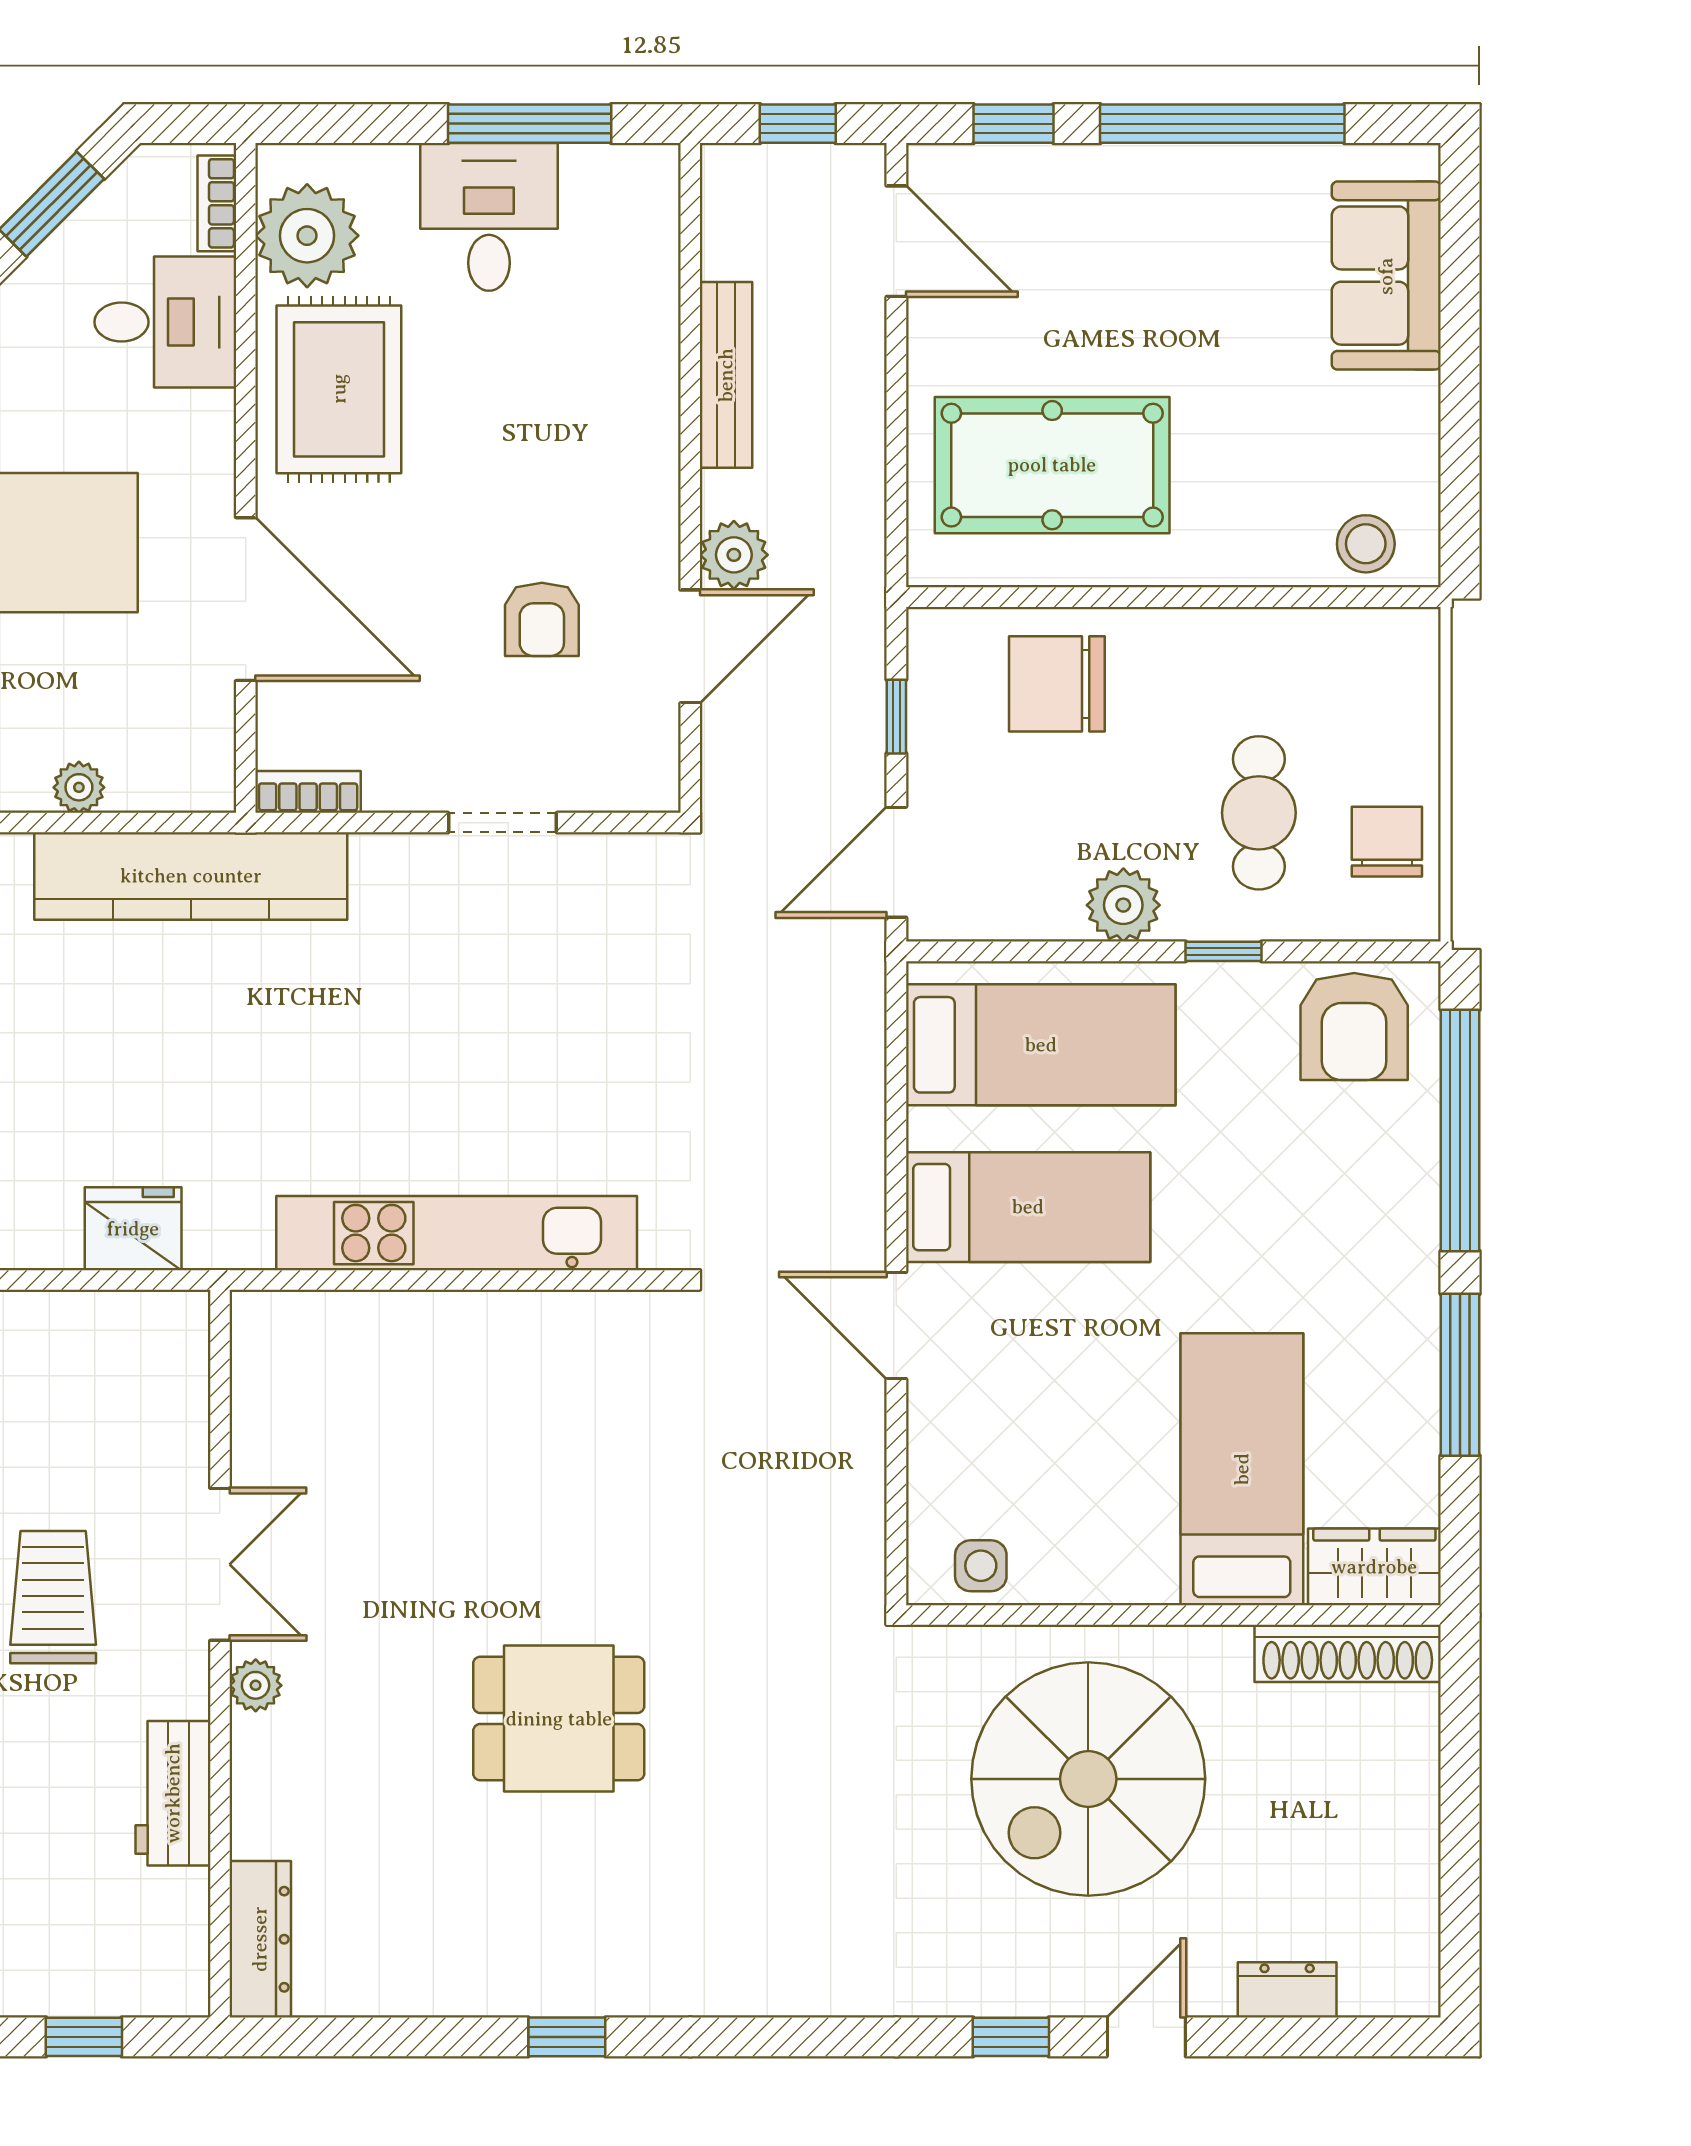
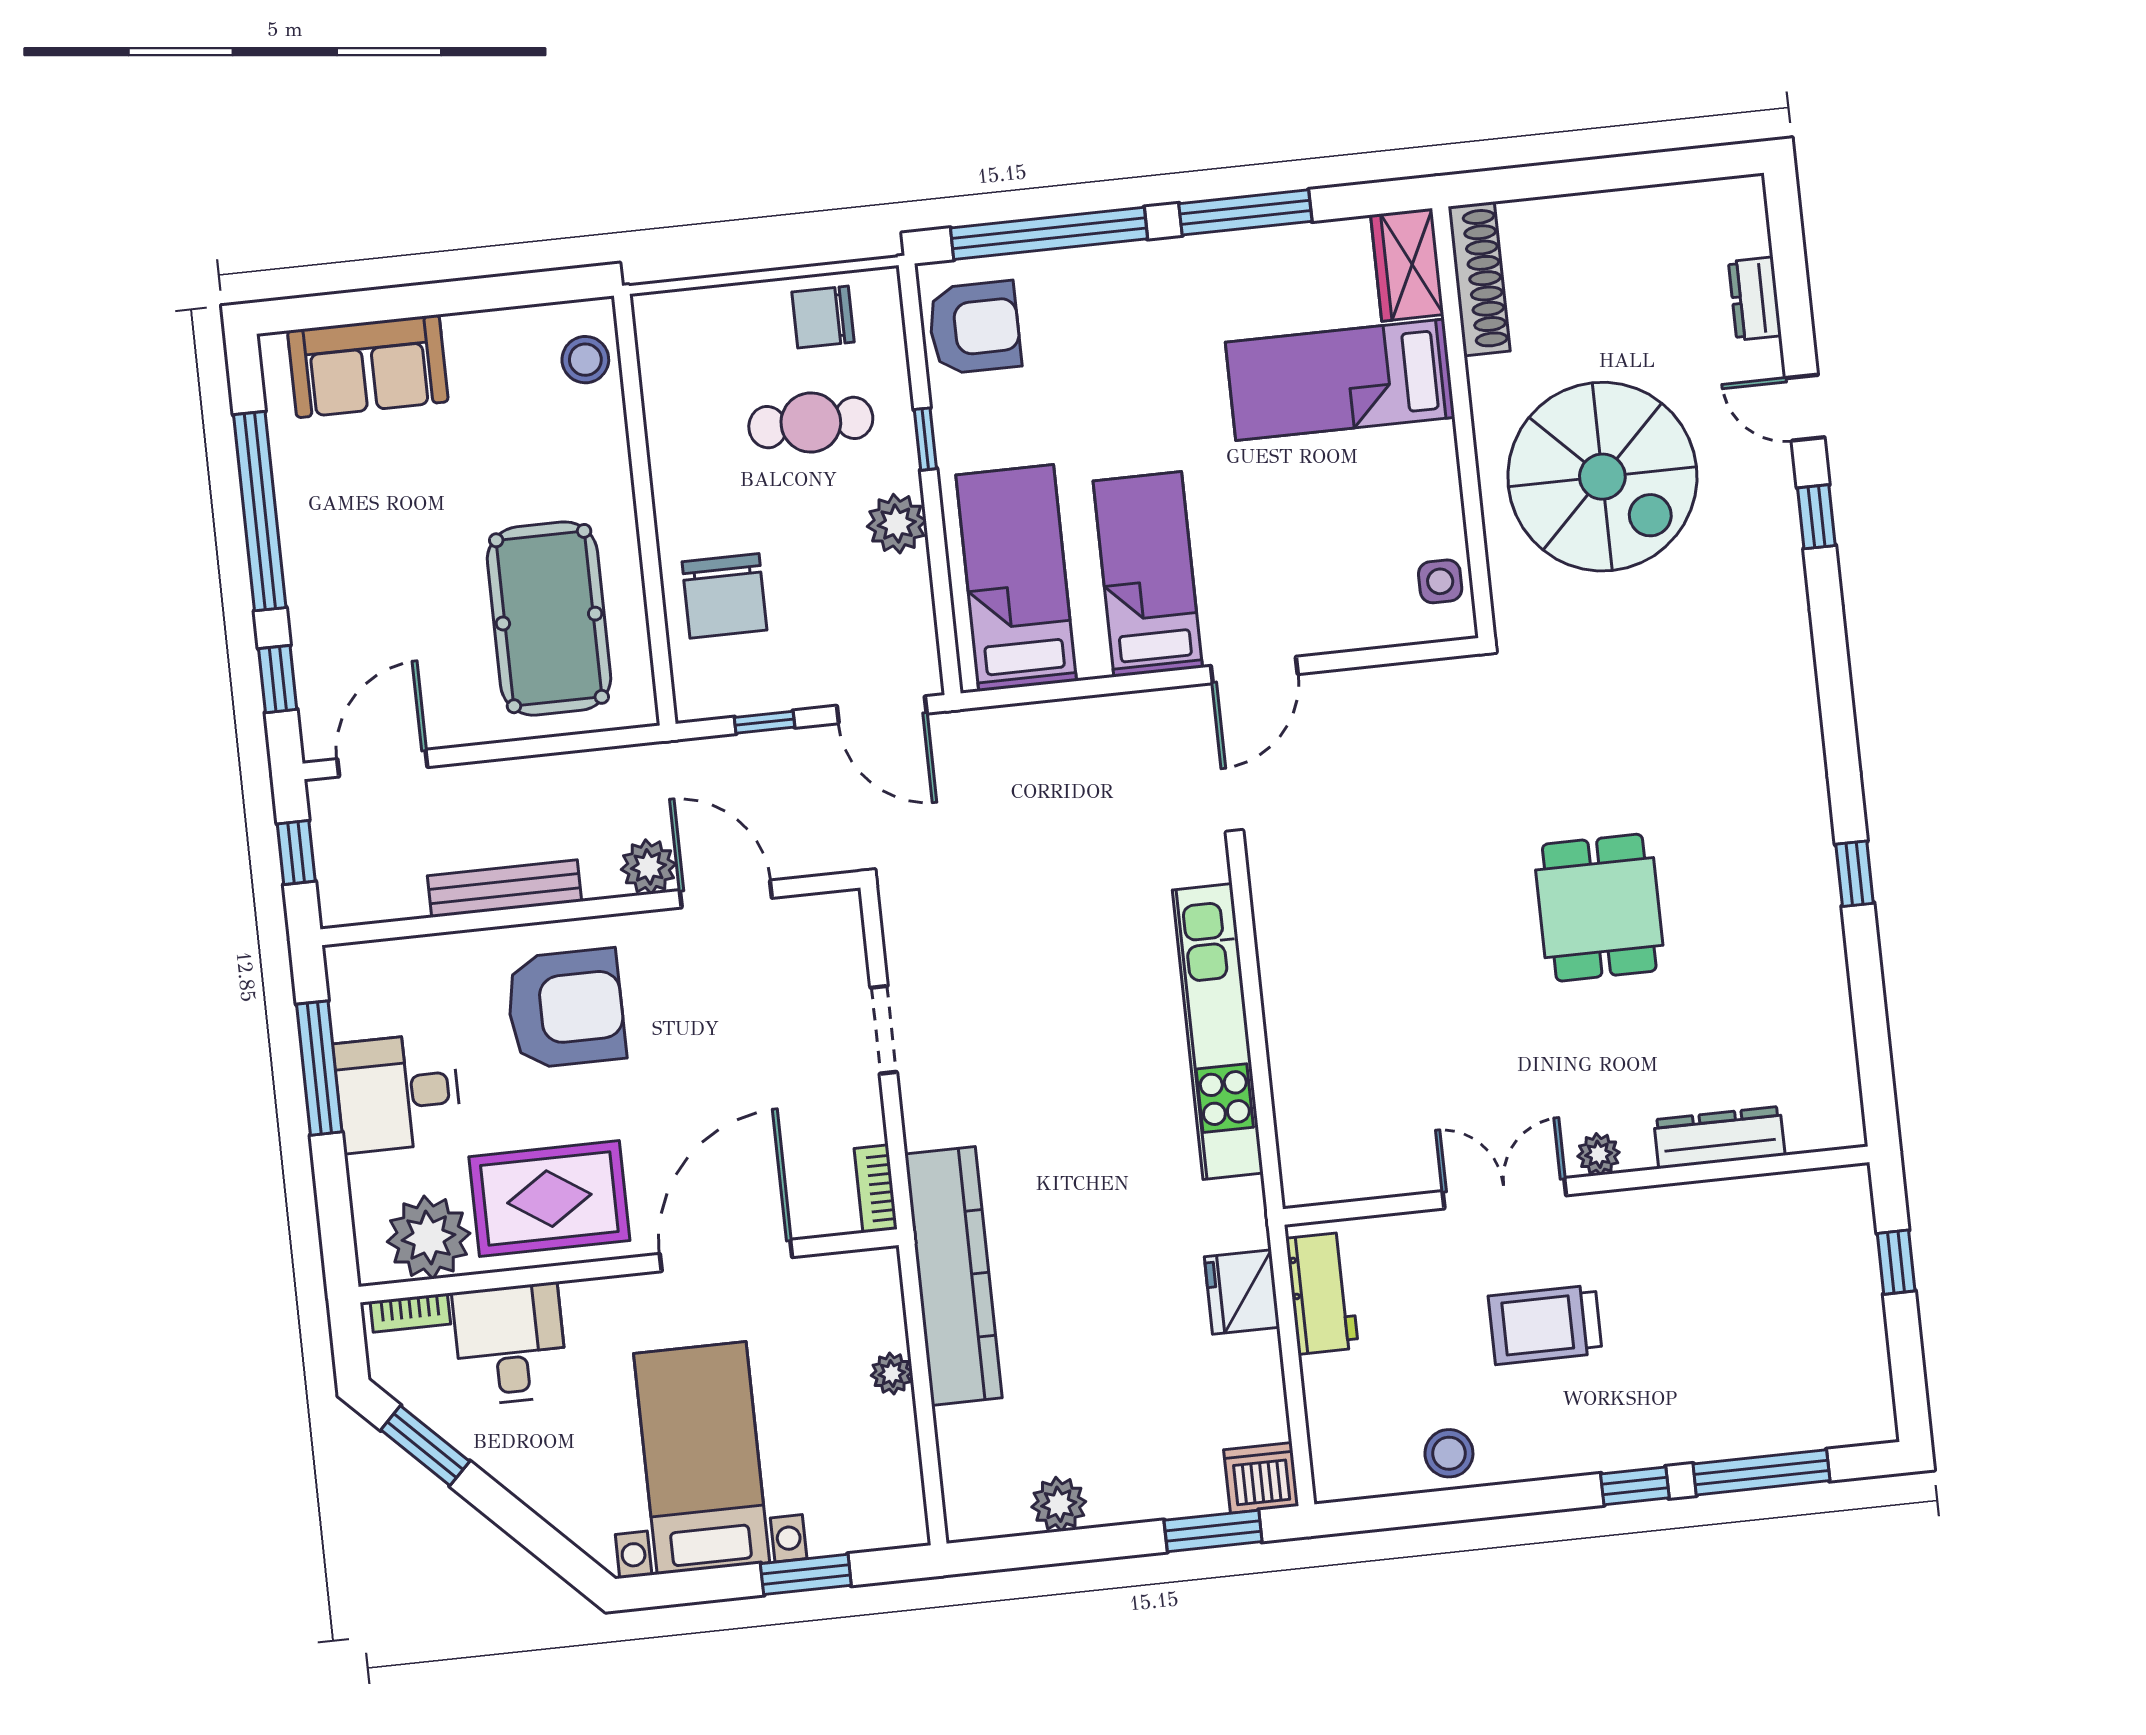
armchair: (542, 619) -> (566, 1009), moved, width x1.88, depth x1.88
workbench: (173, 1793) -> (1322, 1293), moved, turned -90
dresser: (260, 1939) -> (1719, 1138), moved

